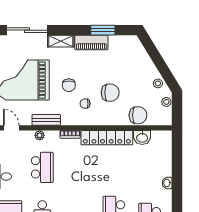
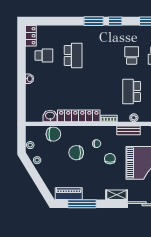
window: (103, 30) -> (82, 204), width x1.44
piano: (91, 43) -> (69, 194), moved
chair: (138, 115) -> (53, 134), turned 180

